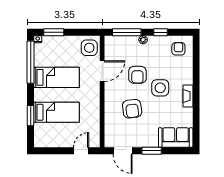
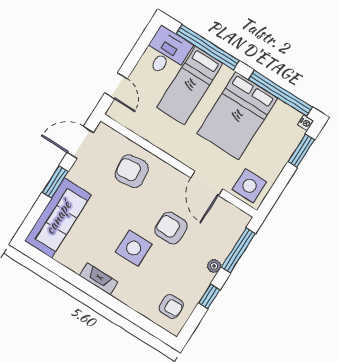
bed: (57, 77) -> (237, 116), width x1.50
armchair: (132, 109) -> (132, 171), moved
window: (31, 116) -> (208, 47), width x2.11
desk: (47, 135) -> (167, 52), added
sofa: (176, 138) -> (58, 218), width x1.36

